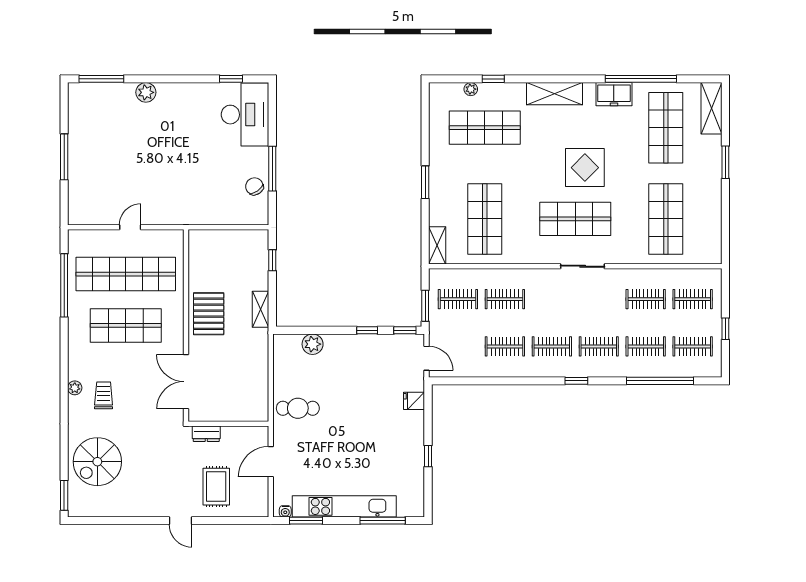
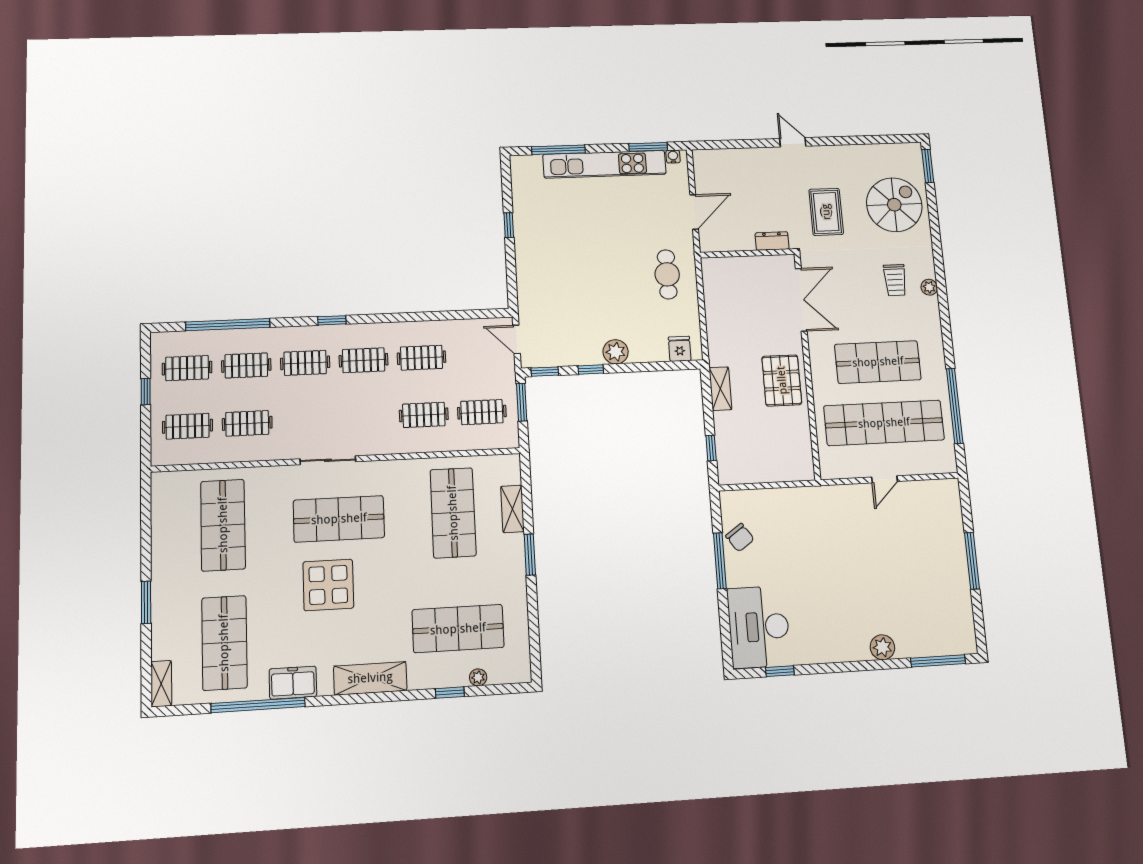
shelving: (711, 108) -> (161, 684), width x0.67, depth x0.75
shelving: (437, 245) -> (512, 509), moved
plant: (313, 344) -> (616, 352), moved
fridge: (414, 401) -> (680, 349), moved, turned -90
cafe table: (298, 408) -> (667, 274), turned 90
rug: (216, 487) -> (826, 212), moved

